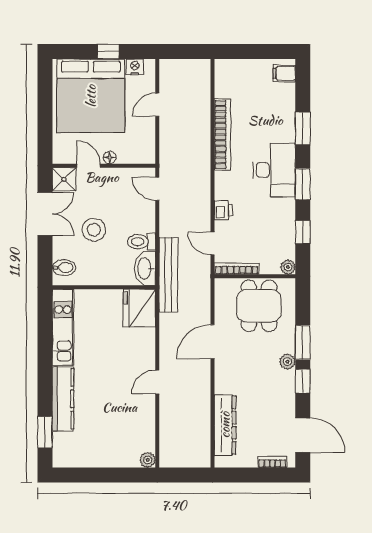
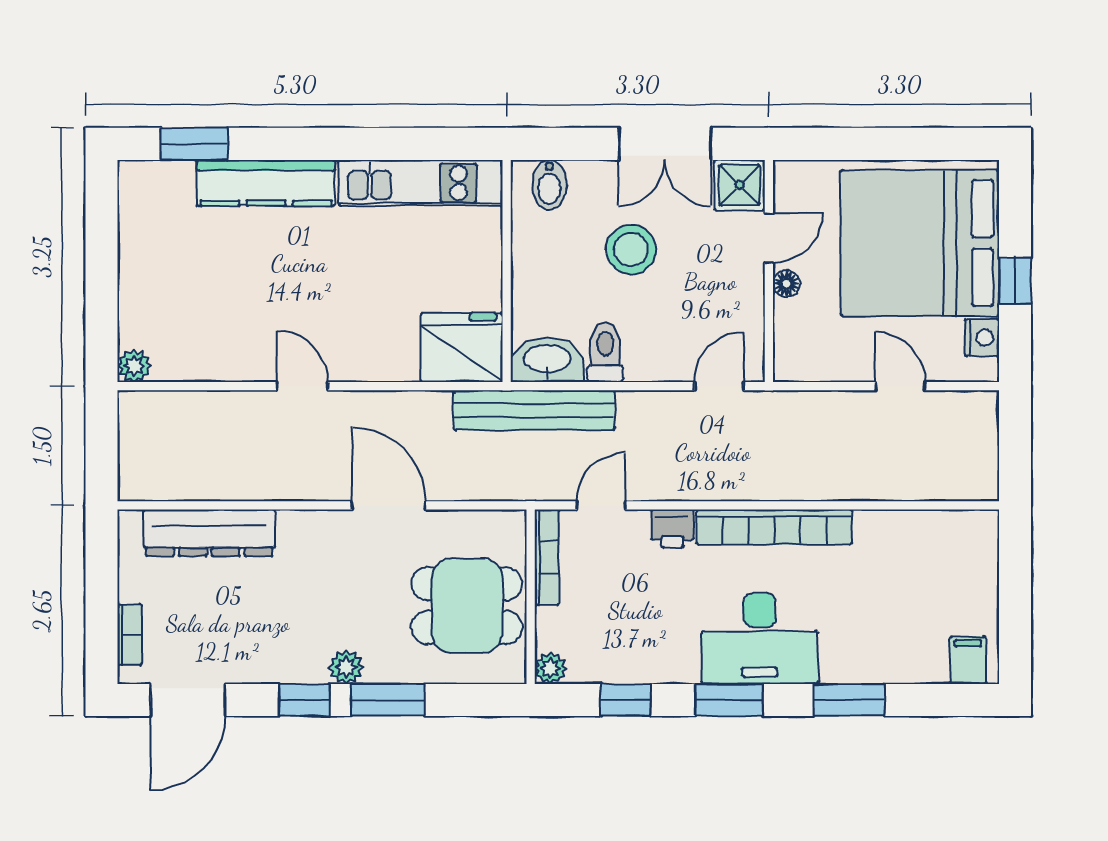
bookcase: (222, 135) -> (774, 527), moved

